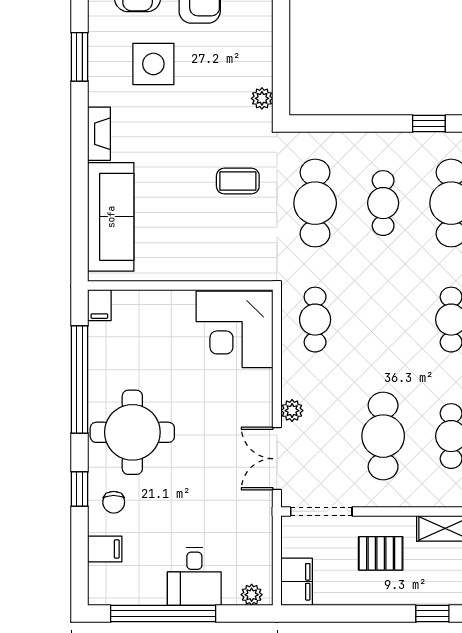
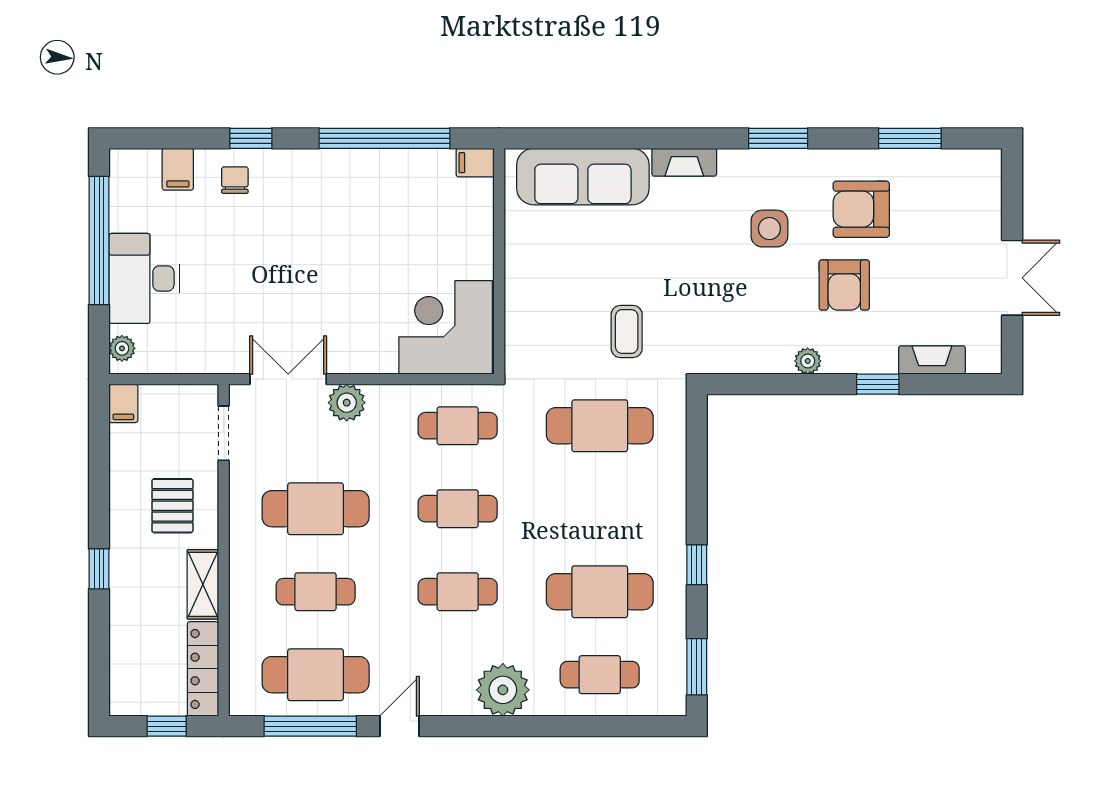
side table: (153, 64) -> (769, 229), width x0.73, depth x0.73
plant: (262, 98) -> (808, 361), moved
cafe table: (383, 203) -> (458, 509), moved
plant: (292, 411) -> (347, 403), width x1.38, depth x1.38
round table: (132, 432) -> (320, 203), removed
chair: (114, 502) -> (235, 180), turned 90
doorway: (321, 511) -> (224, 433), width x0.73
desk: (194, 576) -> (144, 278), width x1.37
filing cabinet: (297, 582) -> (123, 403), width x0.50

